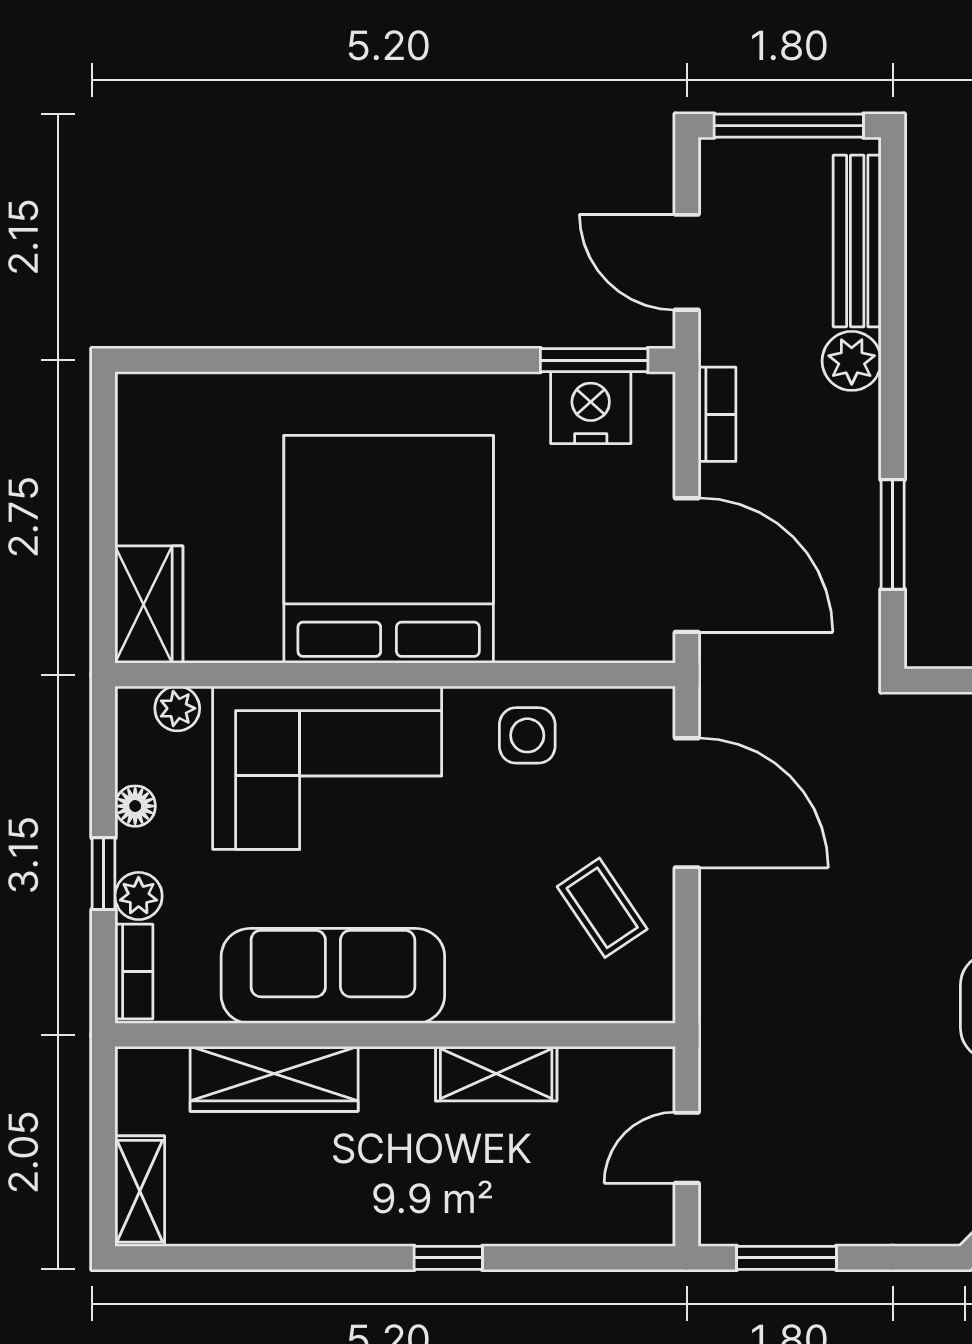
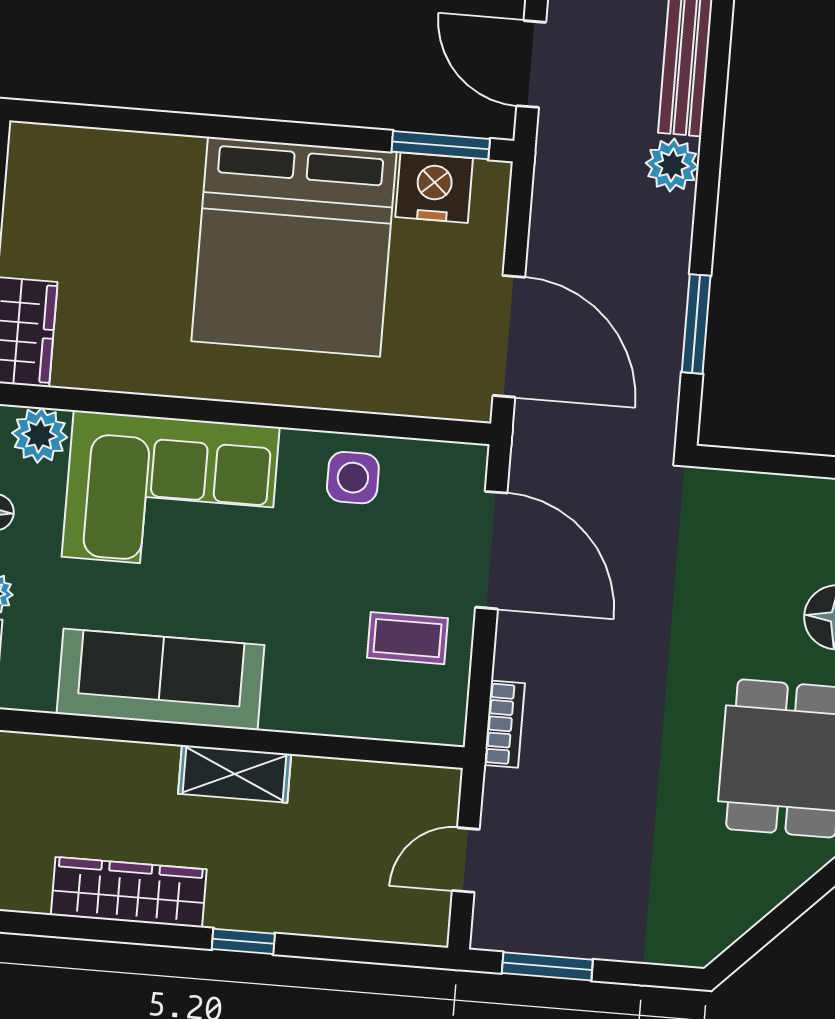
bookcase: (717, 414) -> (504, 724), moved
bed: (389, 549) -> (294, 247), moved, turned 180
plant: (177, 708) -> (40, 435), width x1.38, depth x1.38
coffee table: (602, 908) -> (408, 638), turned -56
shelving: (496, 1074) -> (235, 774), moved
wardrobe: (274, 1079) -> (129, 892), moved, turned 180

